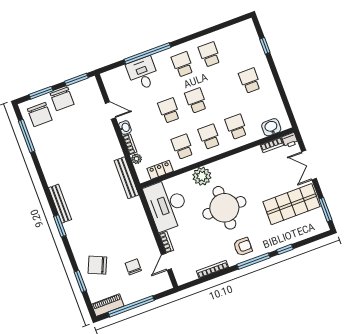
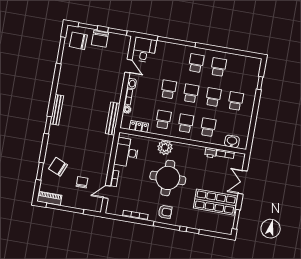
desk: (143, 73) -> (144, 50), moved
school desk: (223, 91) -> (213, 97), added
chair: (40, 115) -> (78, 41), turned 92
printer: (290, 140) -> (211, 153), moved
desk: (167, 205) -> (127, 152), width x0.73, depth x0.77

